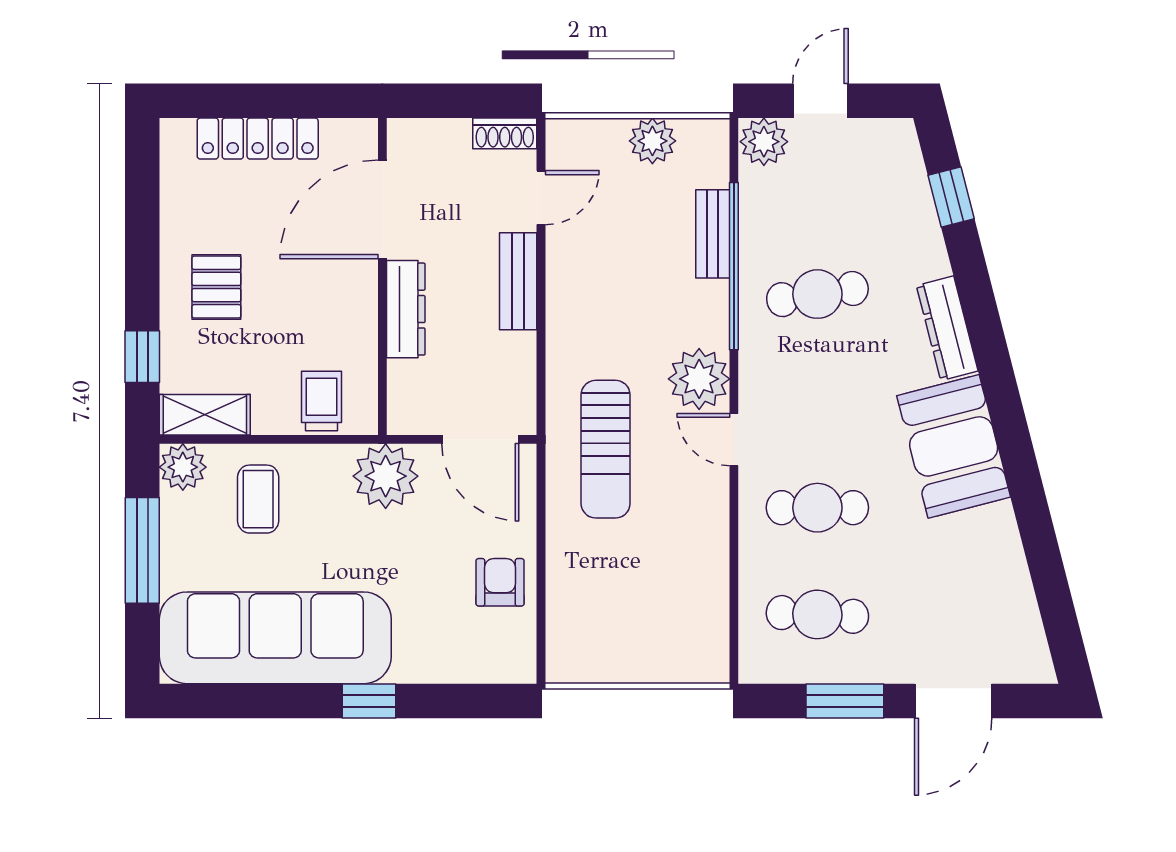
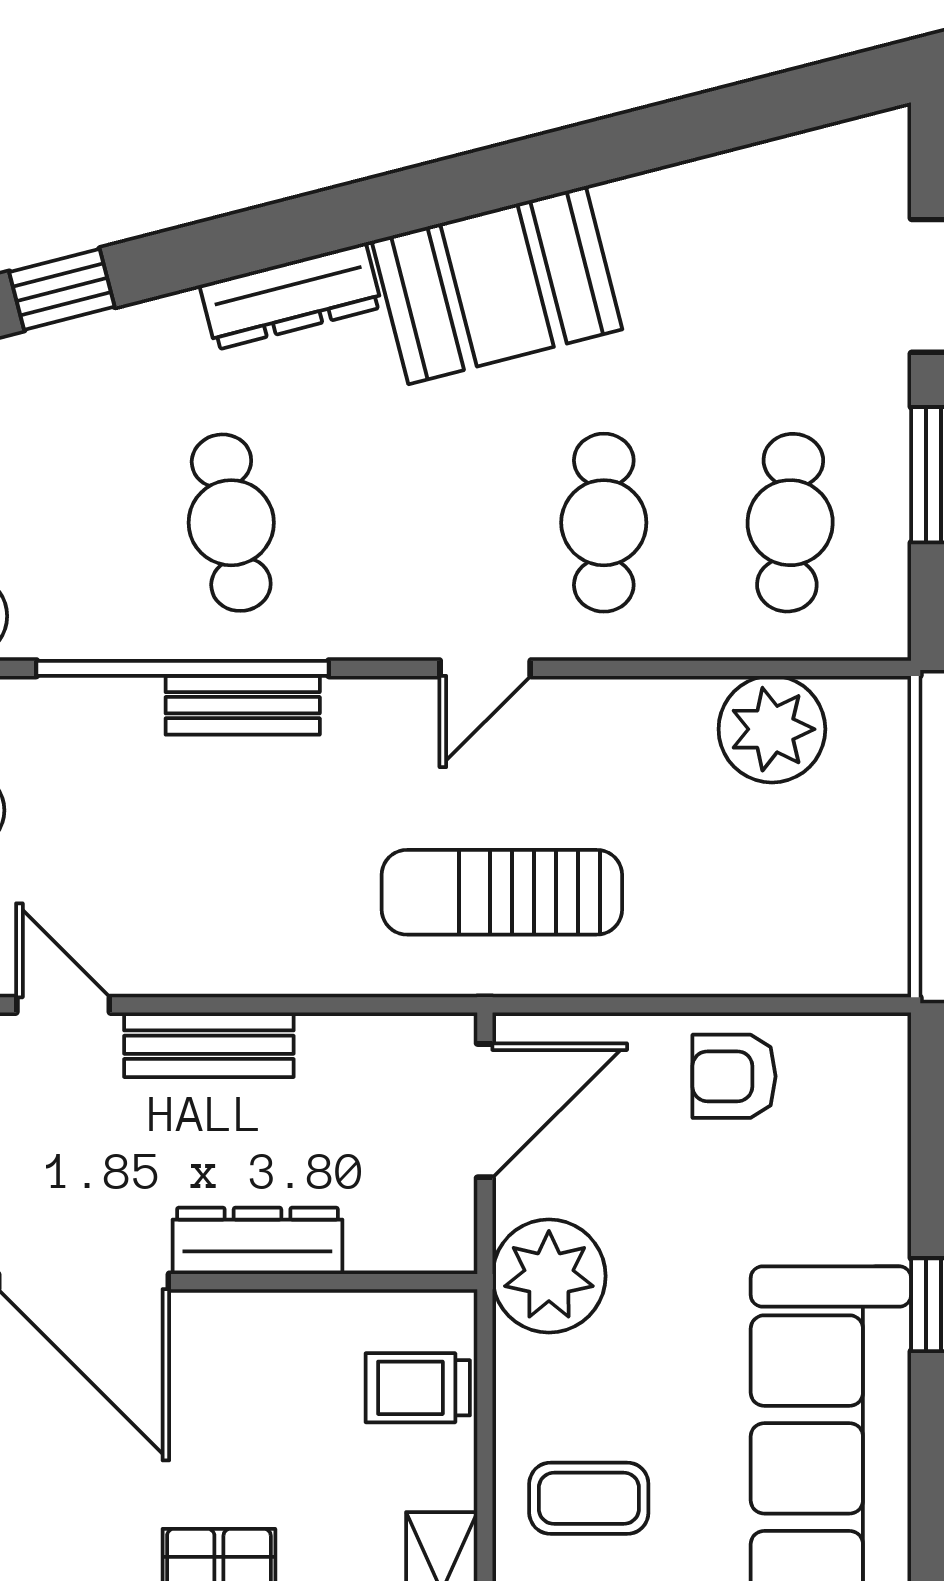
bench: (713, 234) -> (243, 705), moved
plant: (699, 379) -> (772, 729), moved
sun lounger: (606, 449) -> (502, 892), turned 180

